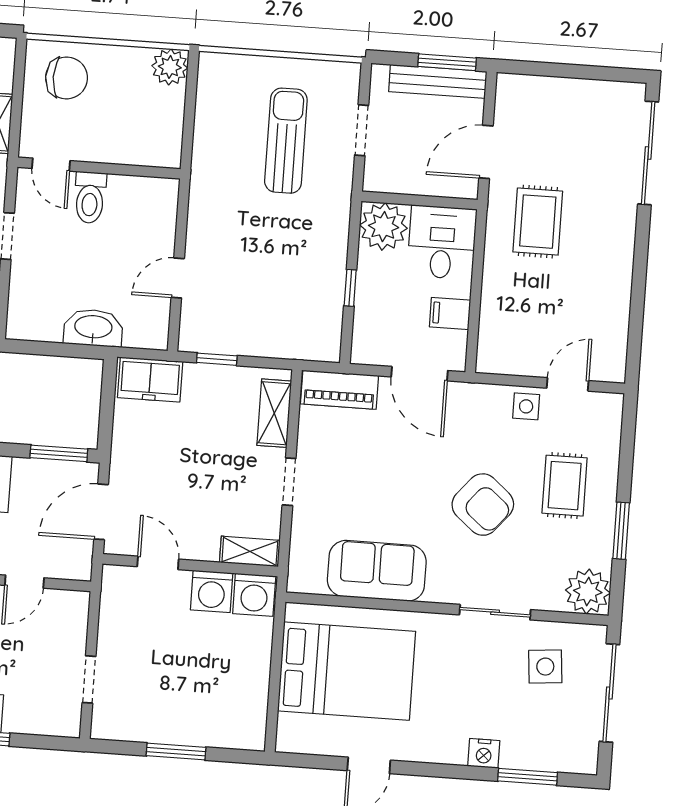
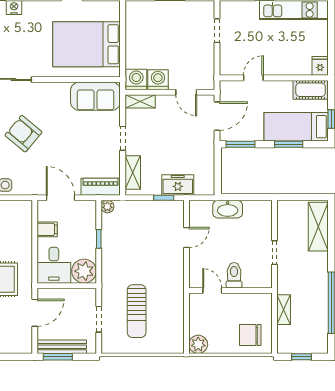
door: (51, 165) -> (212, 290), moved
plant: (329, 350) -> (107, 207), added
freezer: (150, 380) -> (178, 185), moved
sofa: (377, 571) -> (95, 96), moved

